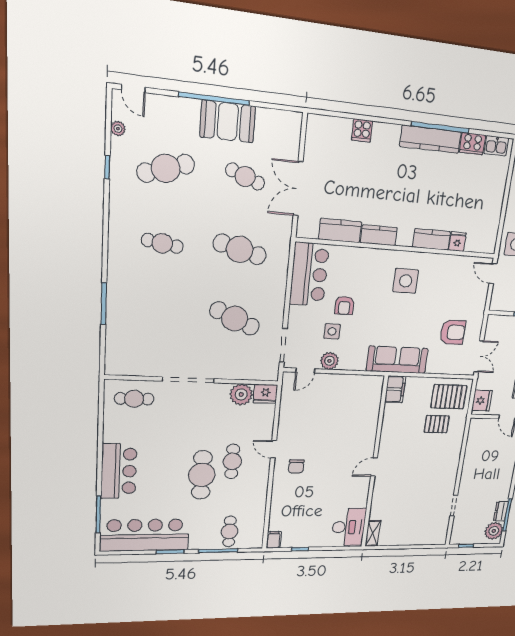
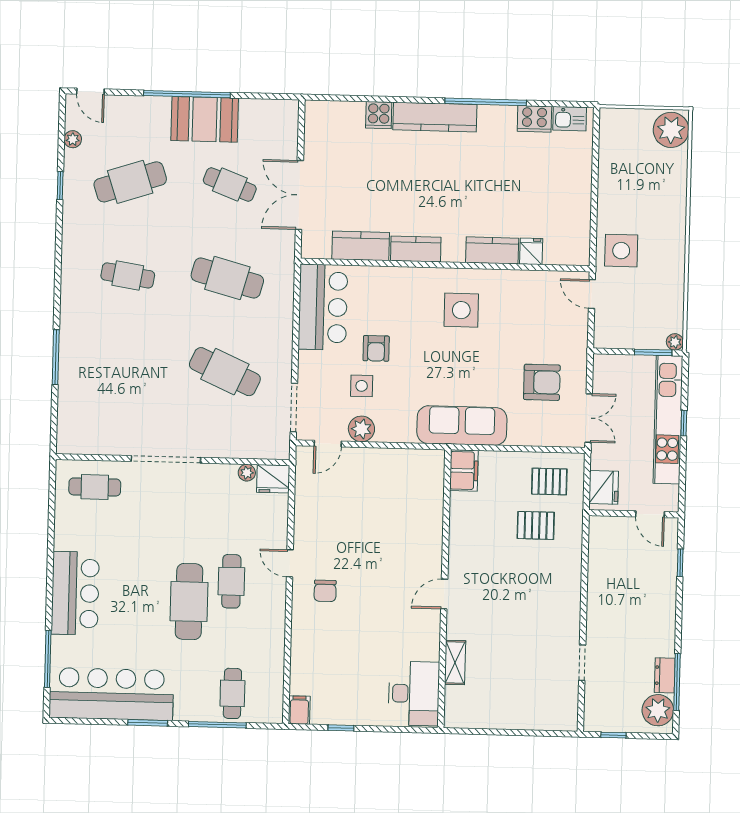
kitchen counter: (431, 139) -> (435, 117), moved
plant: (241, 394) -> (247, 473), width x0.53, depth x0.53
pallet: (449, 397) -> (549, 482), width x0.67, depth x0.71
shelving: (373, 533) -> (455, 663), moved

